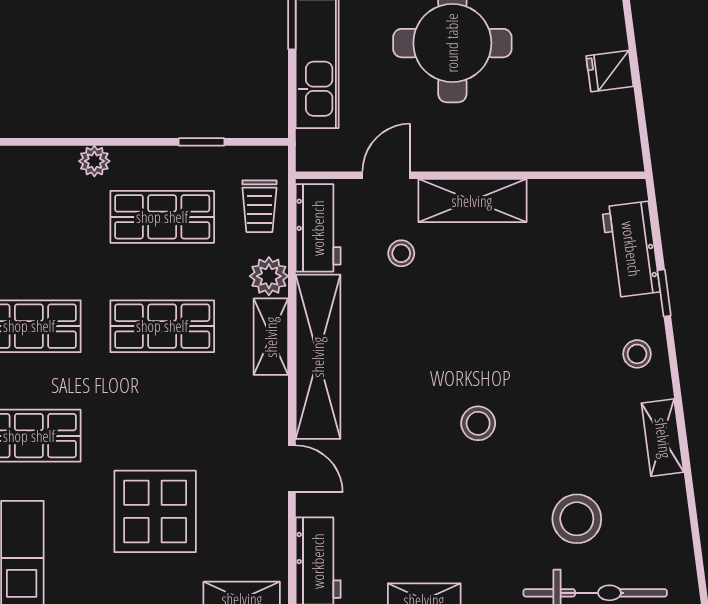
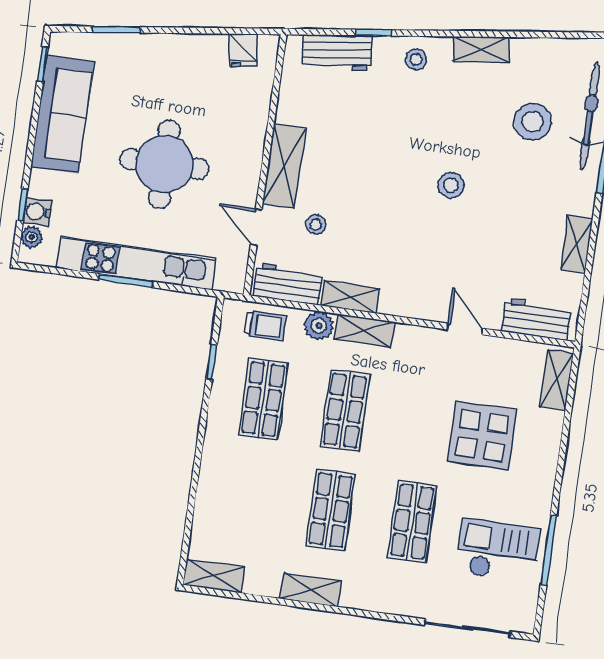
fridge: (610, 71) -> (243, 50), moved
plant: (94, 161) -> (215, 444), removed
shelving: (318, 357) -> (350, 297), width x0.45, depth x0.75
door: (292, 469) -> (465, 329), hinge flipped

